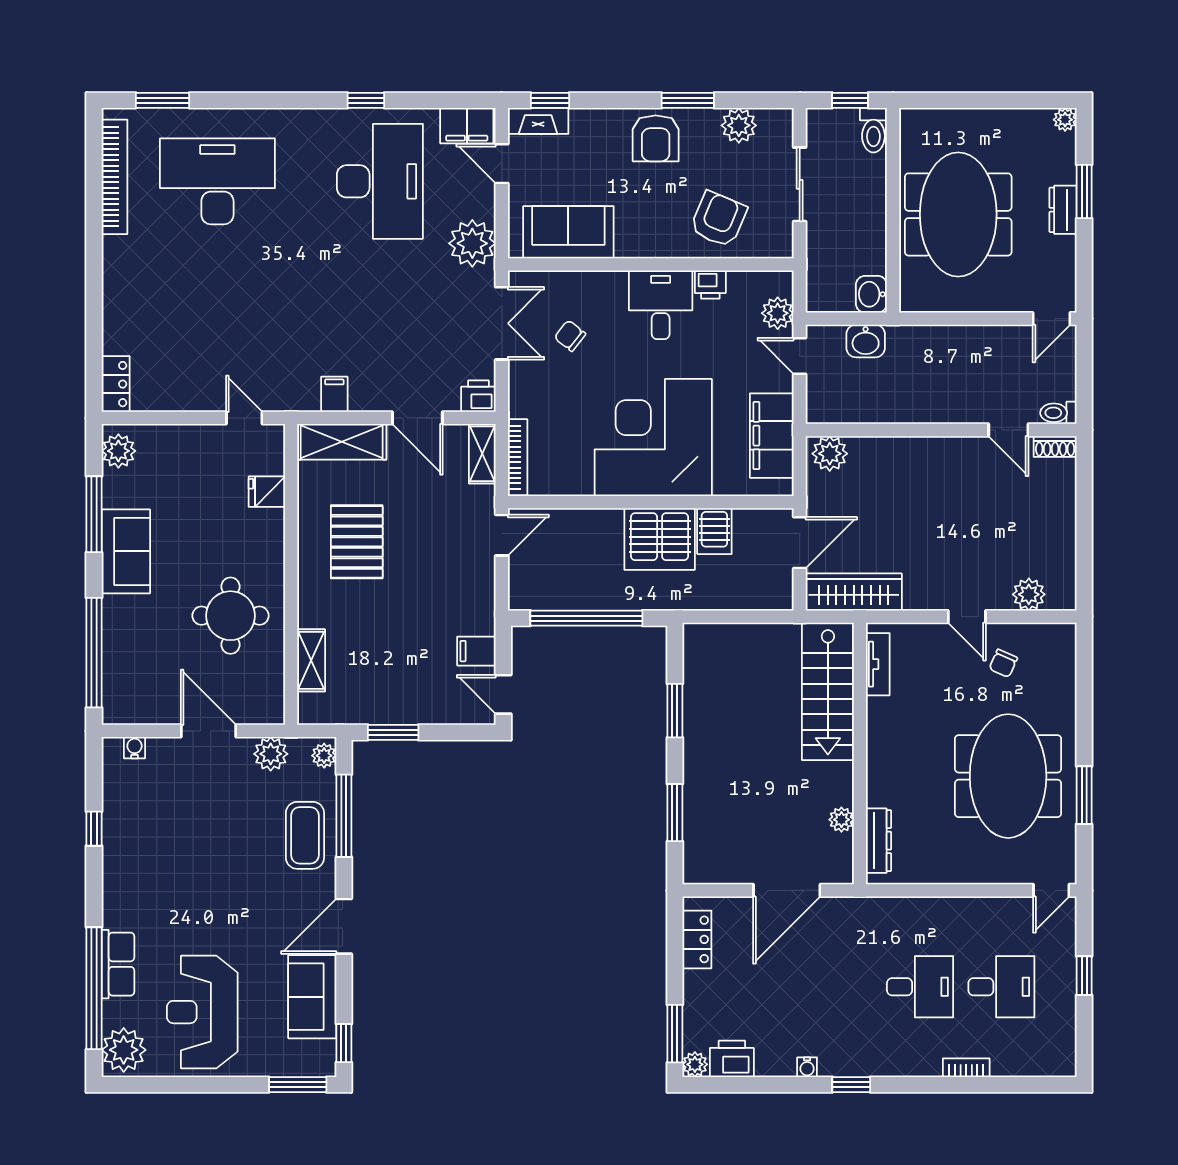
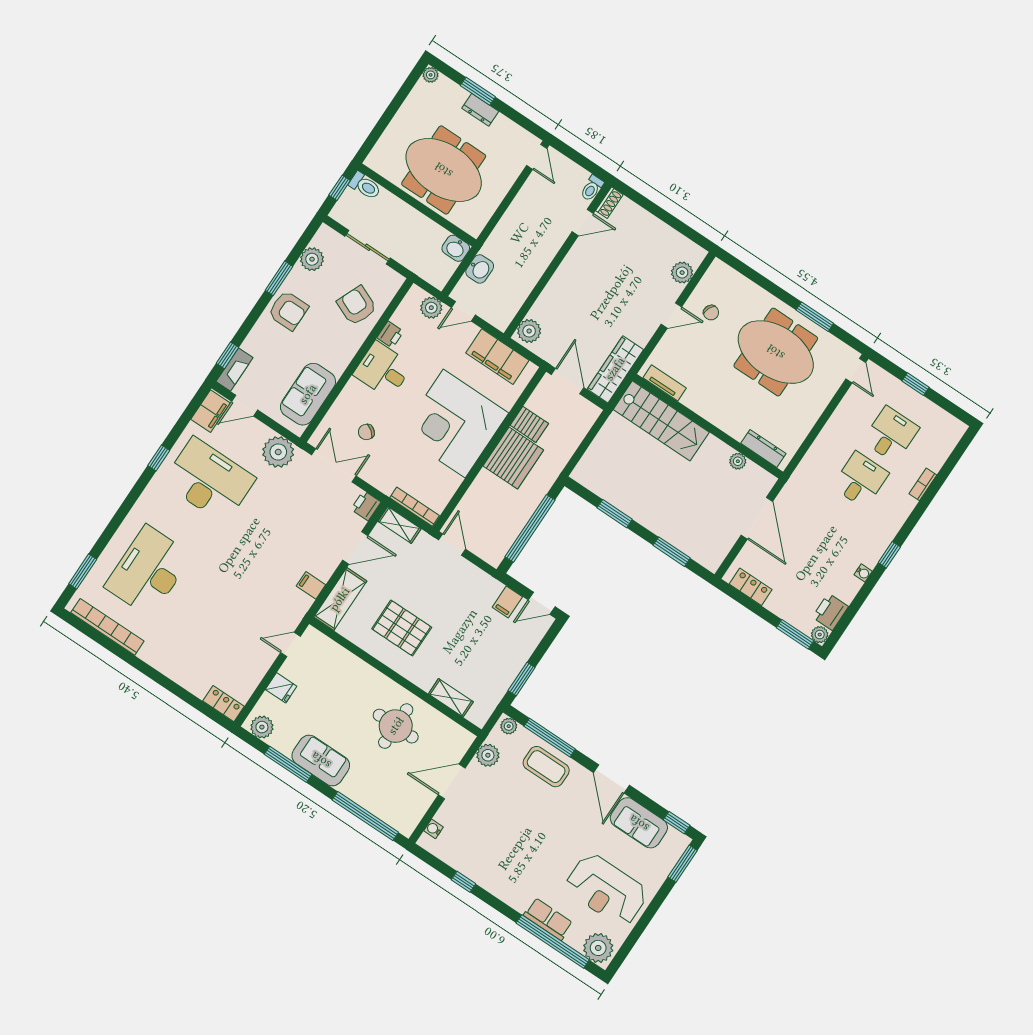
fridge: (267, 492) -> (281, 688), moved, turned -90

